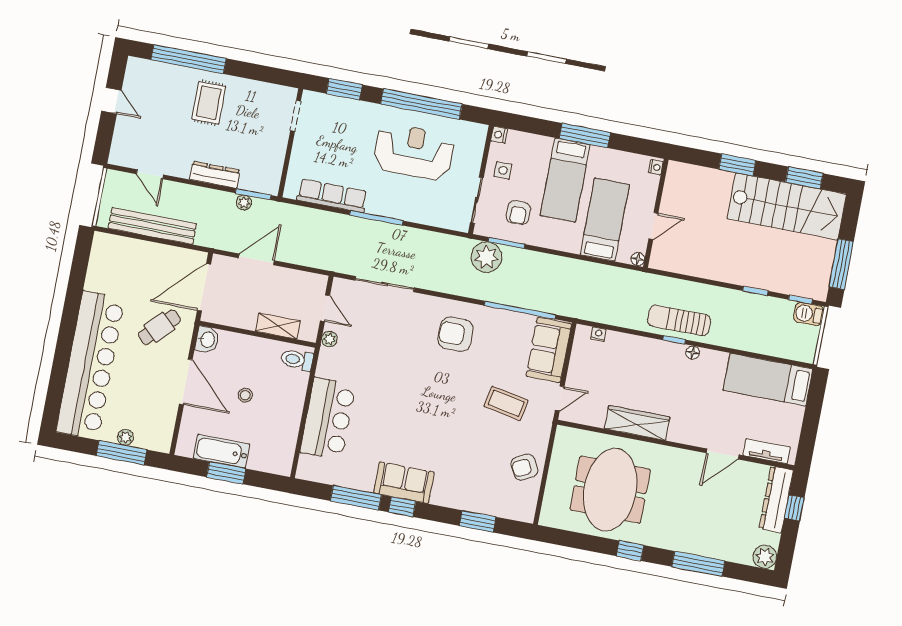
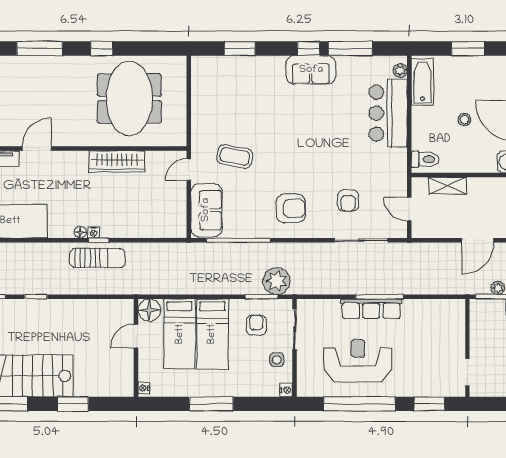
reception desk: (414, 152) -> (358, 361), turned 180
bed: (565, 180) -> (212, 334), moved, turned 180
row of seats: (332, 196) -> (371, 309), moved
floor lamp: (638, 259) -> (149, 310), width x1.89, depth x1.89
nightstand: (598, 334) -> (94, 232), moved
plant: (329, 339) -> (400, 71), moved
bathtub: (222, 451) -> (422, 82), moved, turned -90
armchair: (524, 467) -> (348, 201), moved, turned 118

